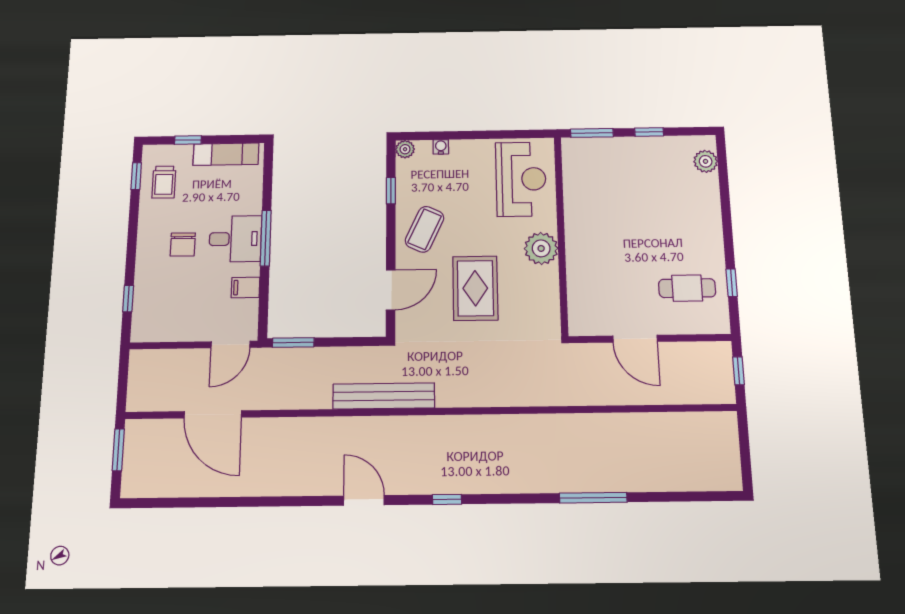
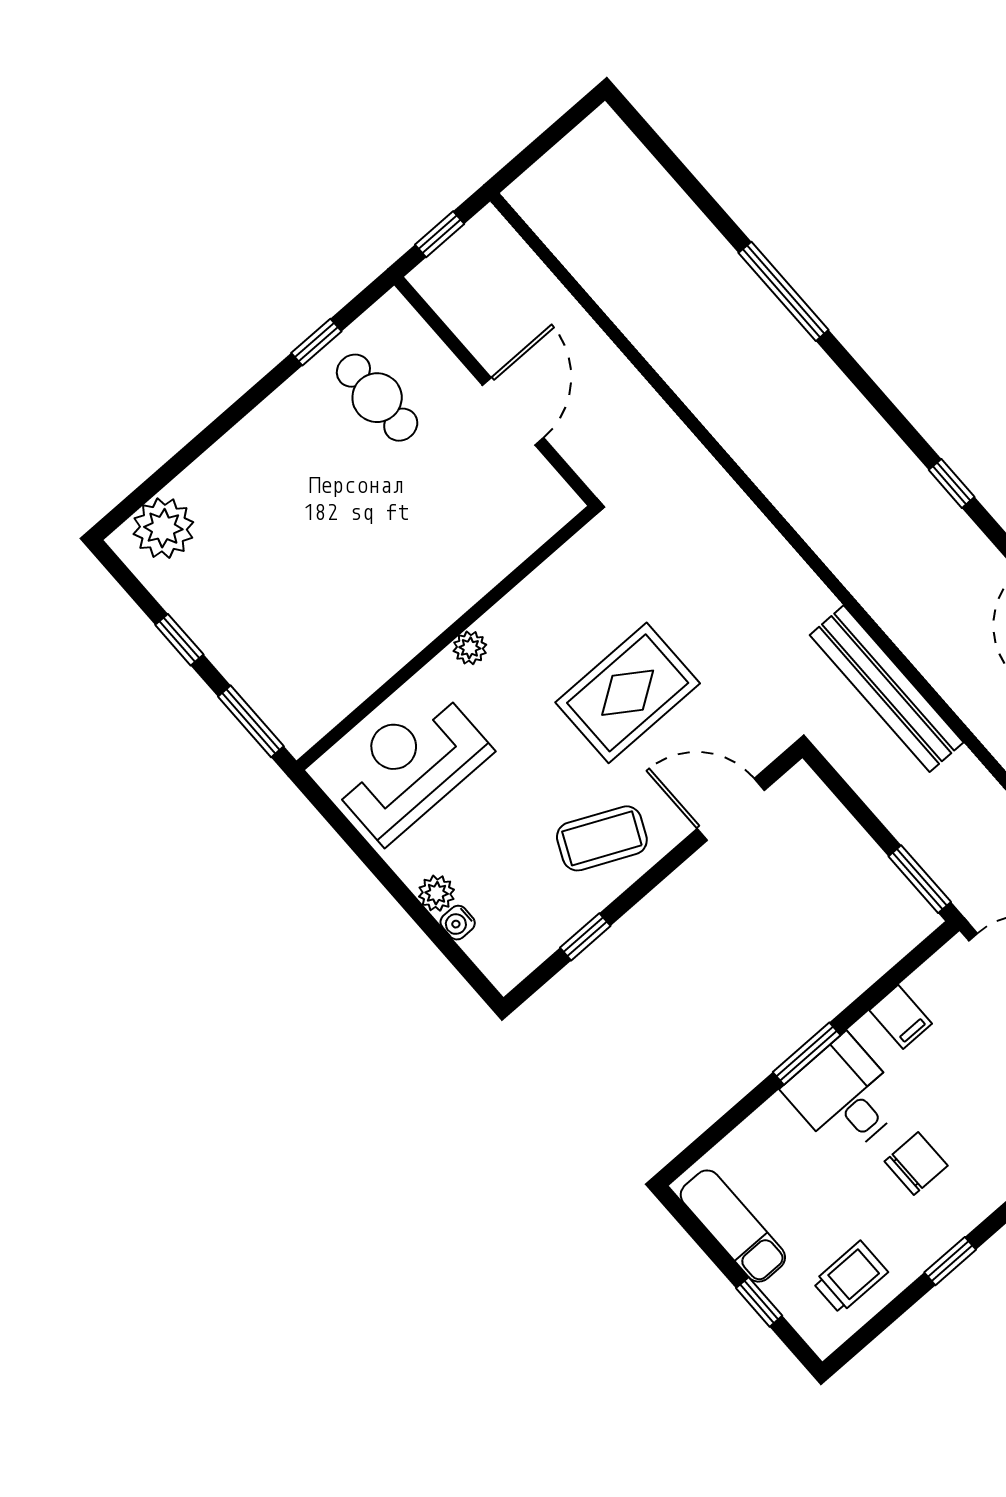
plant: (405, 149) -> (437, 893), moved
plant: (706, 161) -> (163, 528), width x1.36, depth x1.36
window: (136, 176) -> (950, 1261), moved
window: (266, 238) -> (807, 1054), width x0.69
plant: (541, 248) -> (470, 648), width x0.53, depth x0.53

